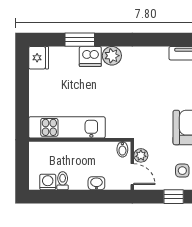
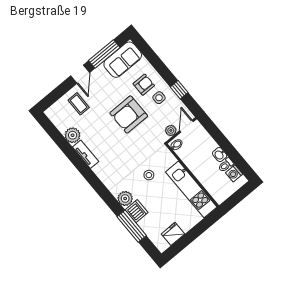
window: (80, 40) -> (132, 226), width x1.44
fridge: (39, 58) -> (173, 234), moved
stool: (115, 98) -> (149, 175), added
washbasin: (96, 183) -> (220, 155), moved

